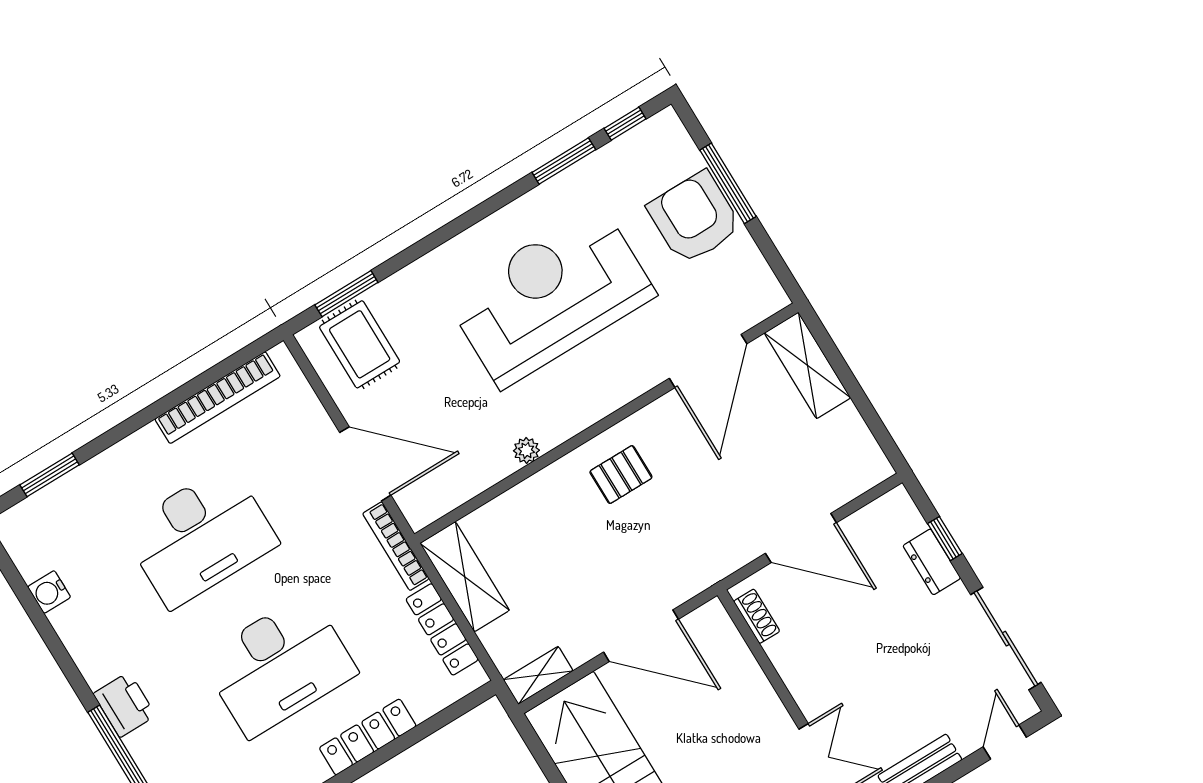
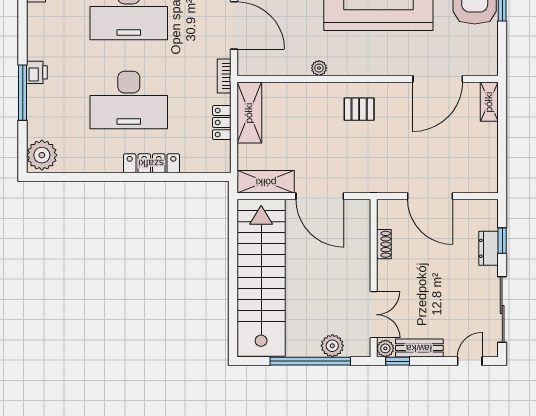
shelving: (807, 365) -> (489, 102), width x0.67, depth x0.75
bookcase: (396, 546) -> (224, 76), width x0.64
shoe rack: (757, 616) -> (384, 244), moved
locker: (442, 629) -> (222, 123), width x0.66
shelving: (538, 675) -> (266, 182), width x1.50, depth x1.33
printer: (125, 705) -> (37, 72), width x0.73, depth x0.81

